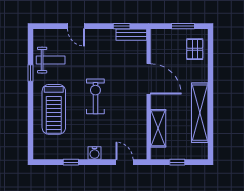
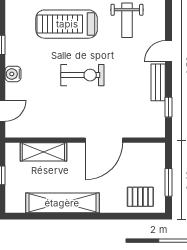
bench: (131, 35) -> (158, 82), moved

